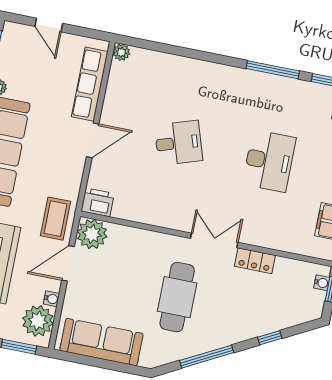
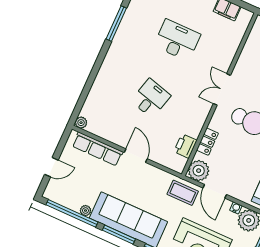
desk: (178, 143) -> (151, 98), turned 33
printer: (98, 202) -> (185, 146), moved
locker: (255, 261) -> (207, 142), moved

